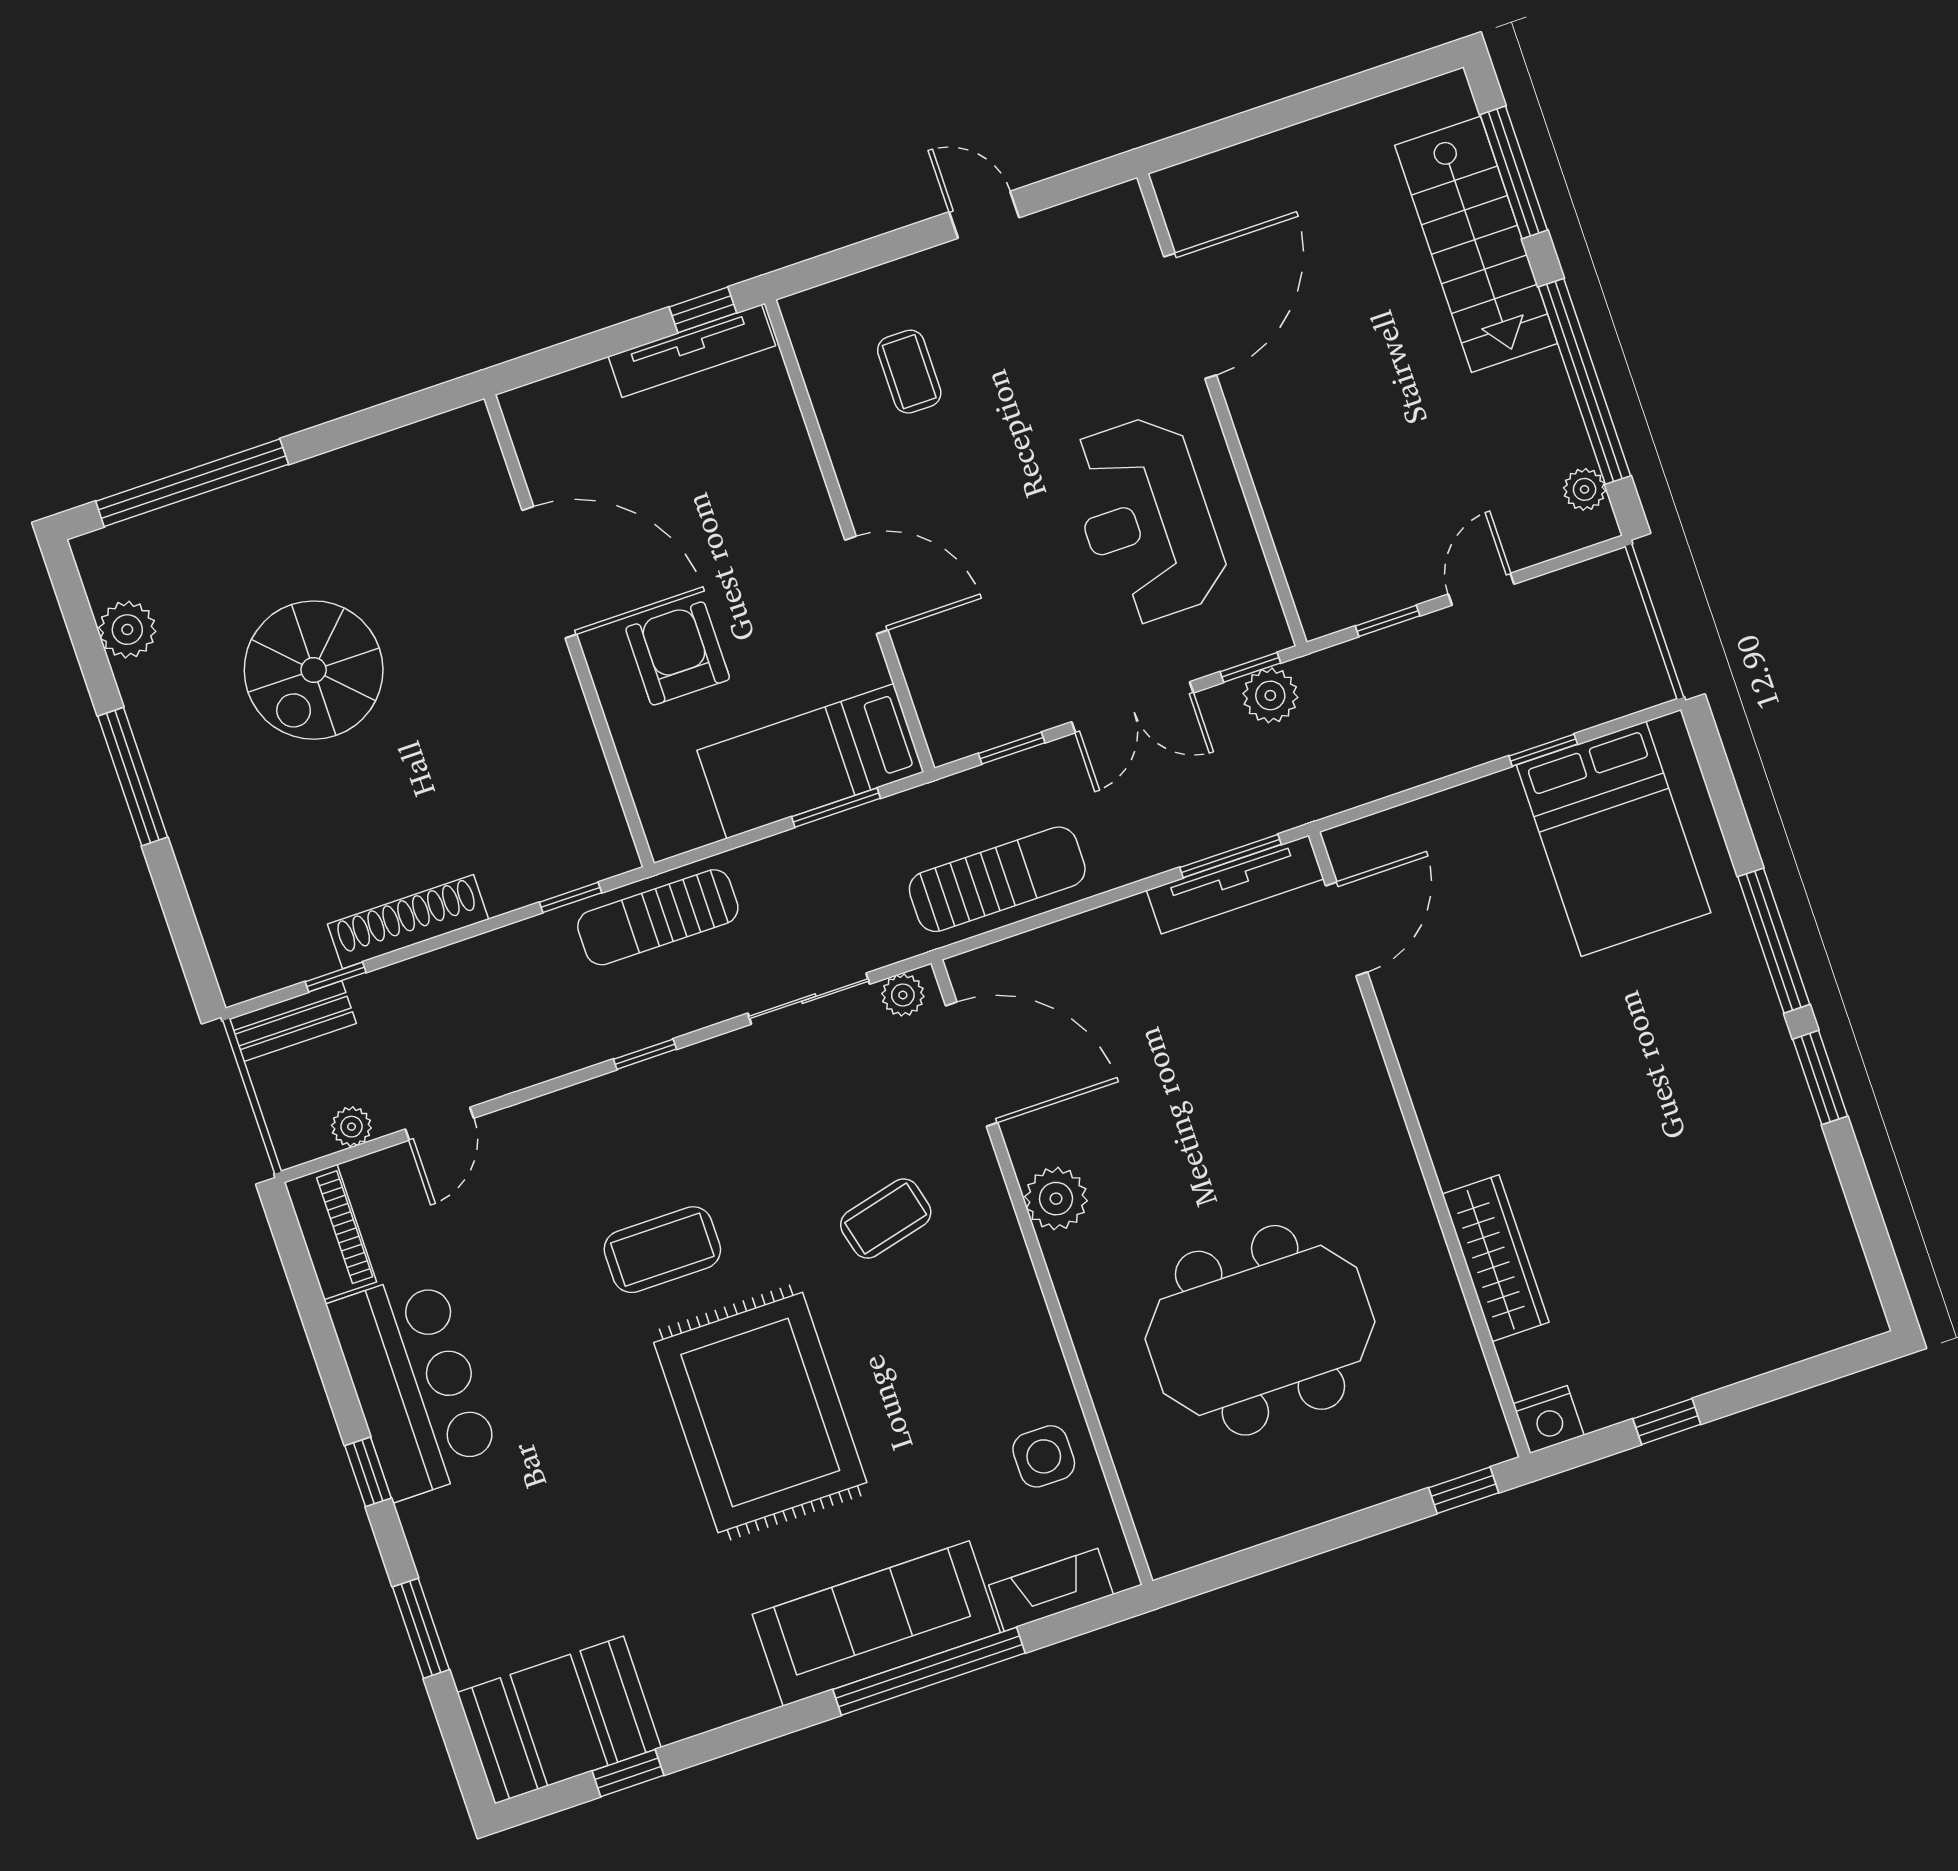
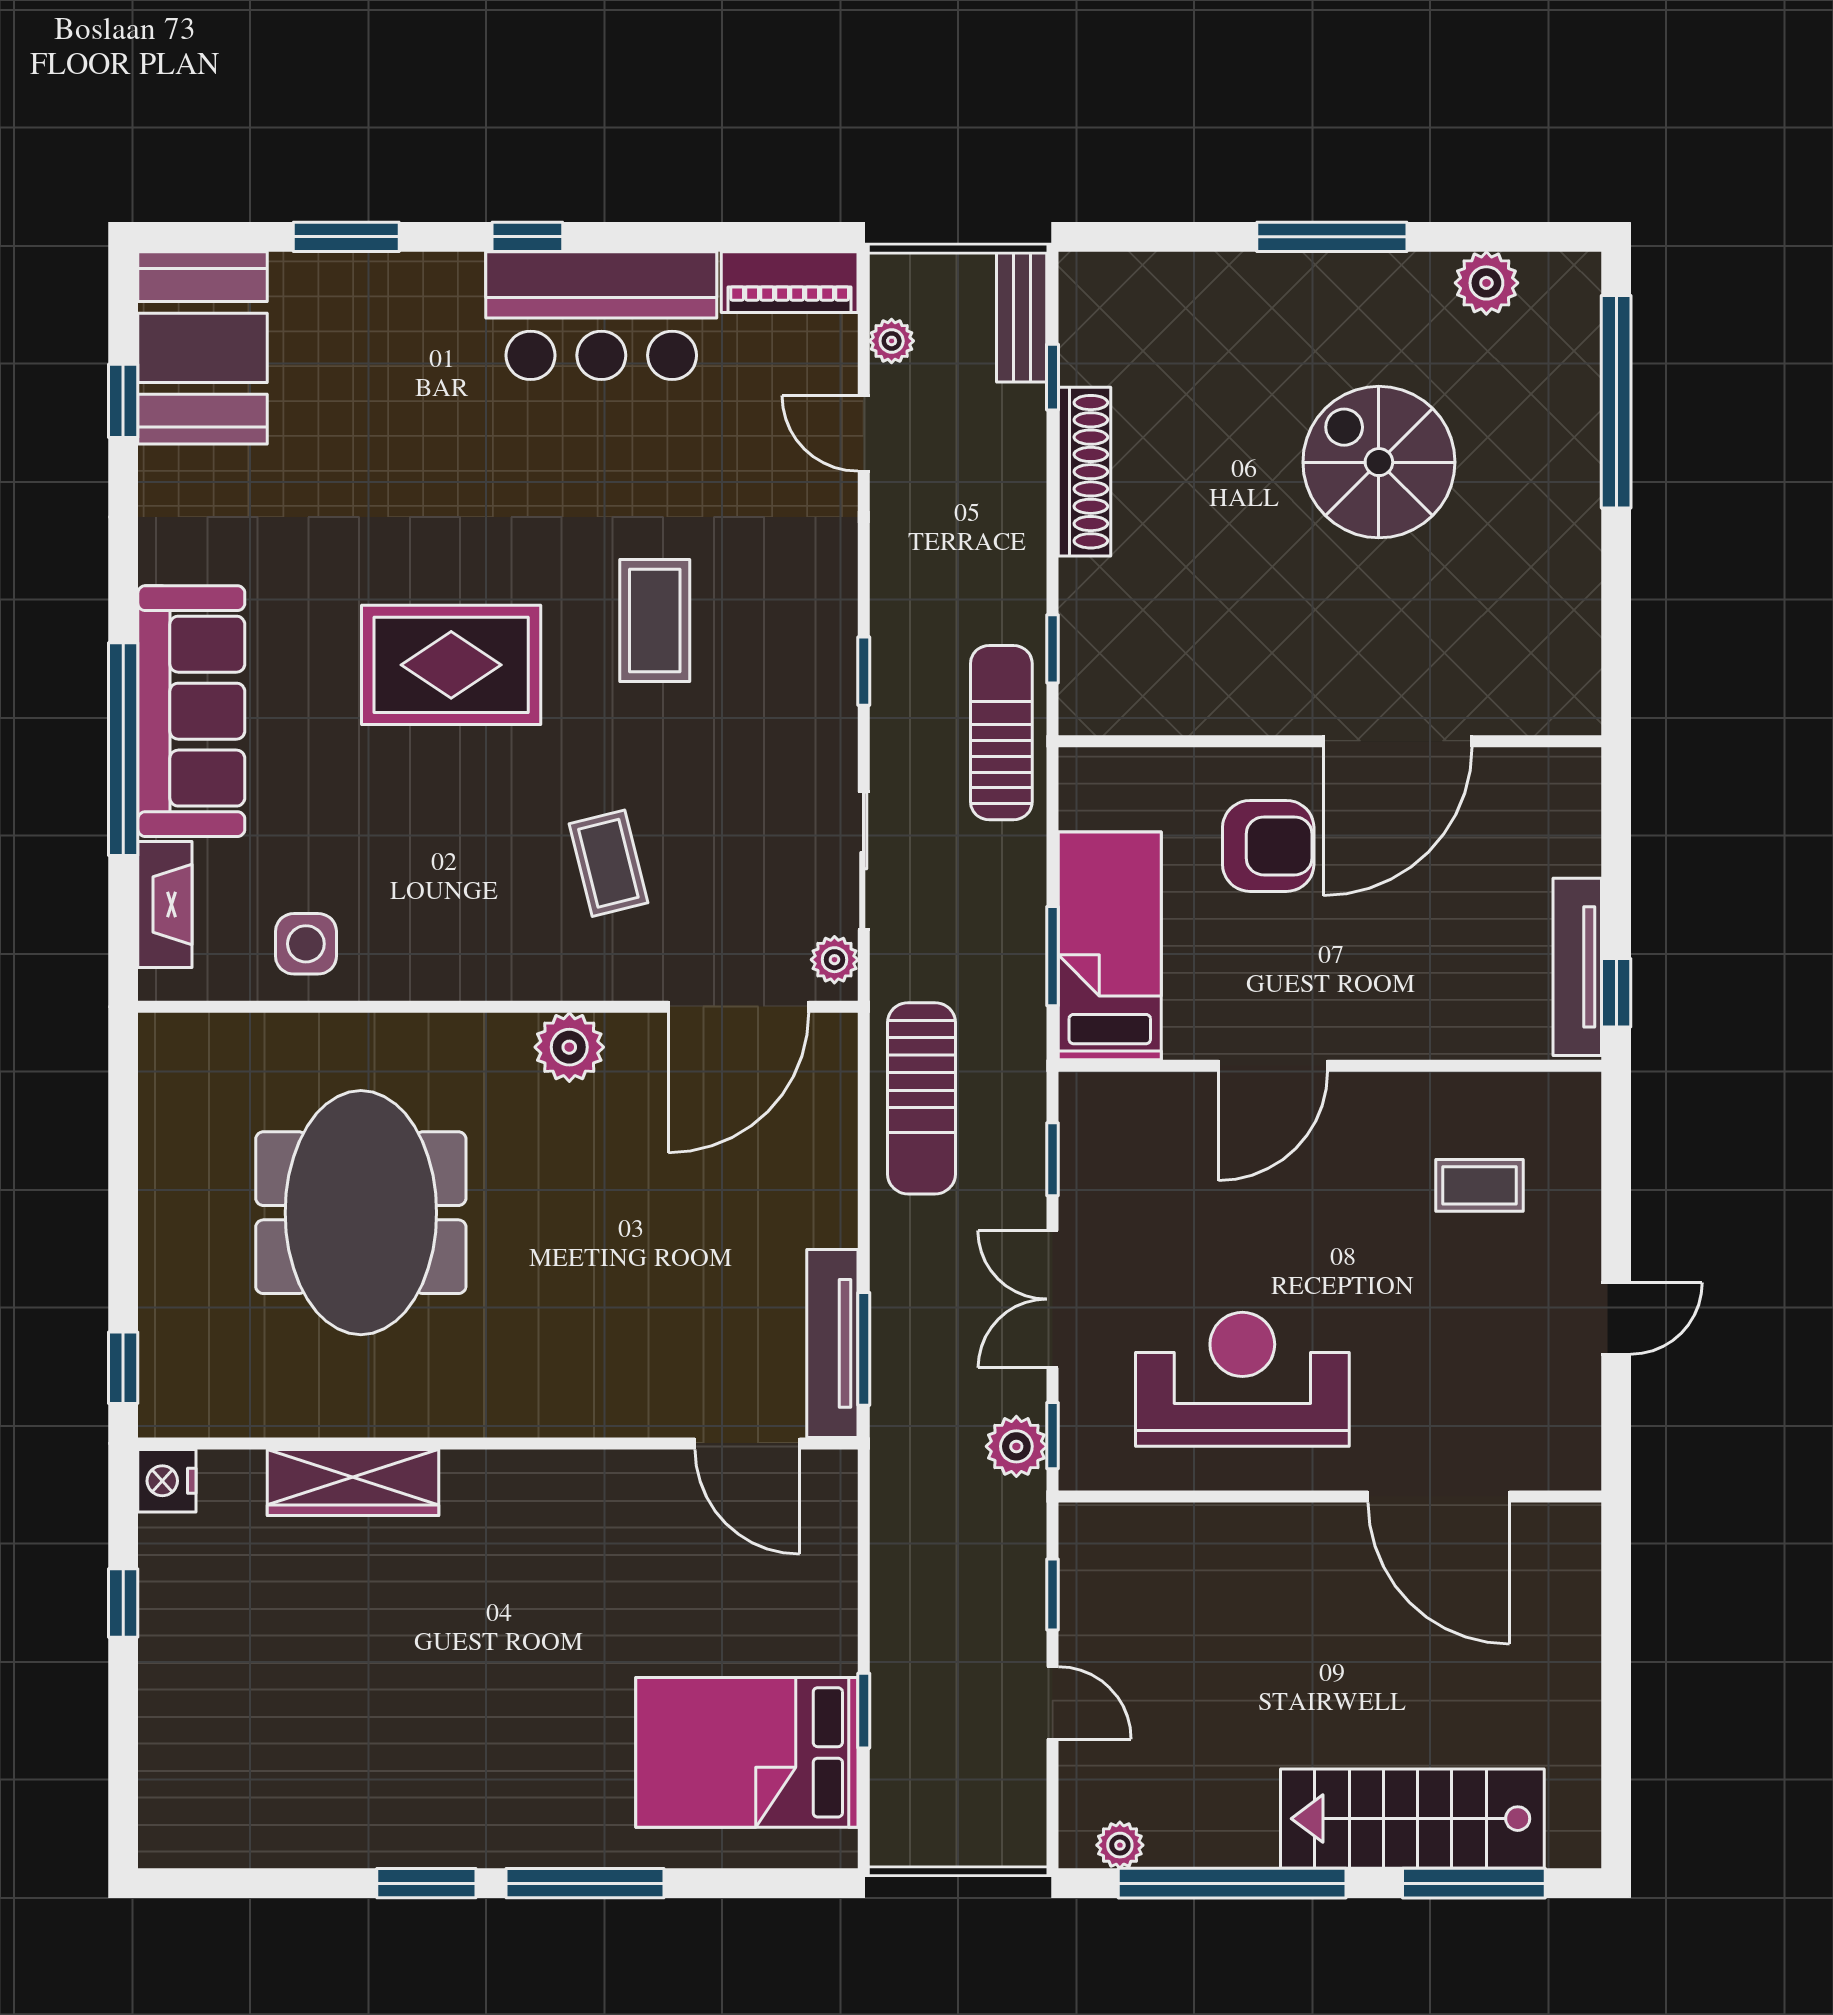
rug: (760, 1412) -> (451, 665), width x0.73, depth x0.69

